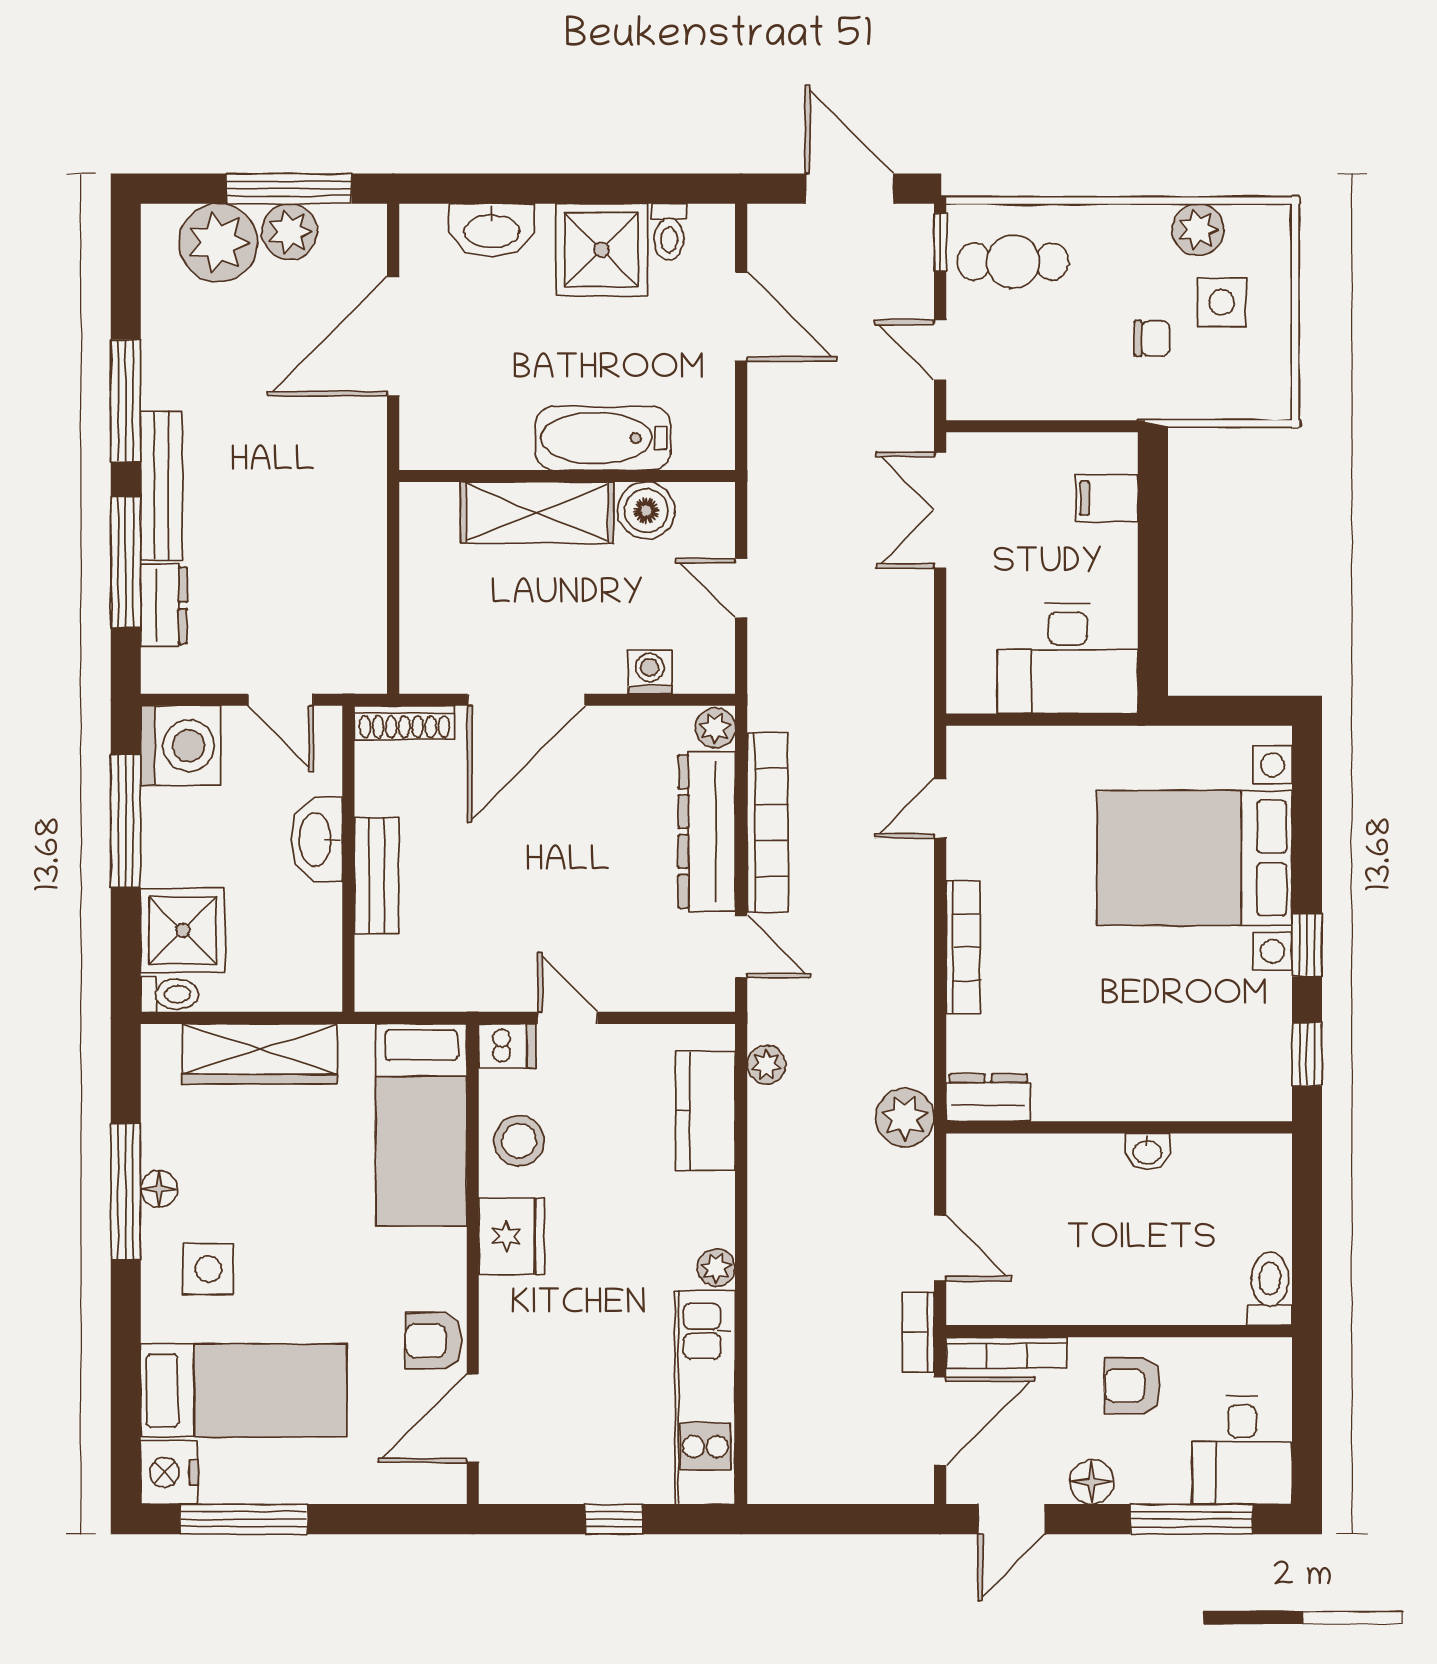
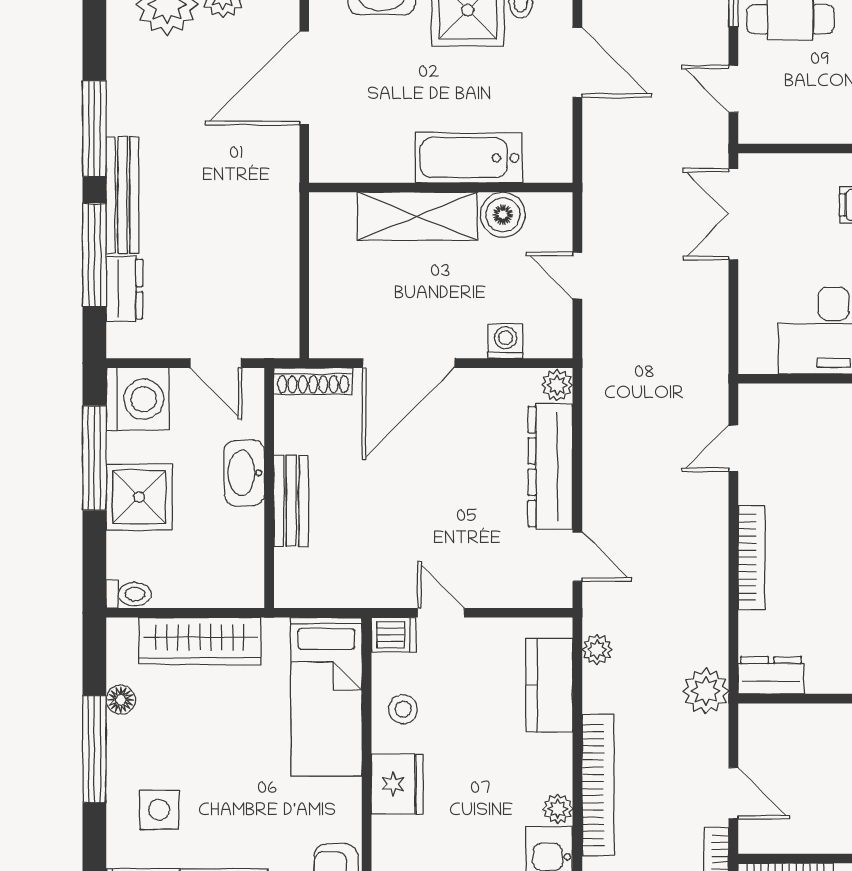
bookcase: (768, 823) -> (598, 785), moved
shower: (183, 930) -> (139, 497), moved
stool: (519, 1141) -> (403, 709), width x0.73, depth x0.73
floor lamp: (159, 1189) -> (121, 700), moved

